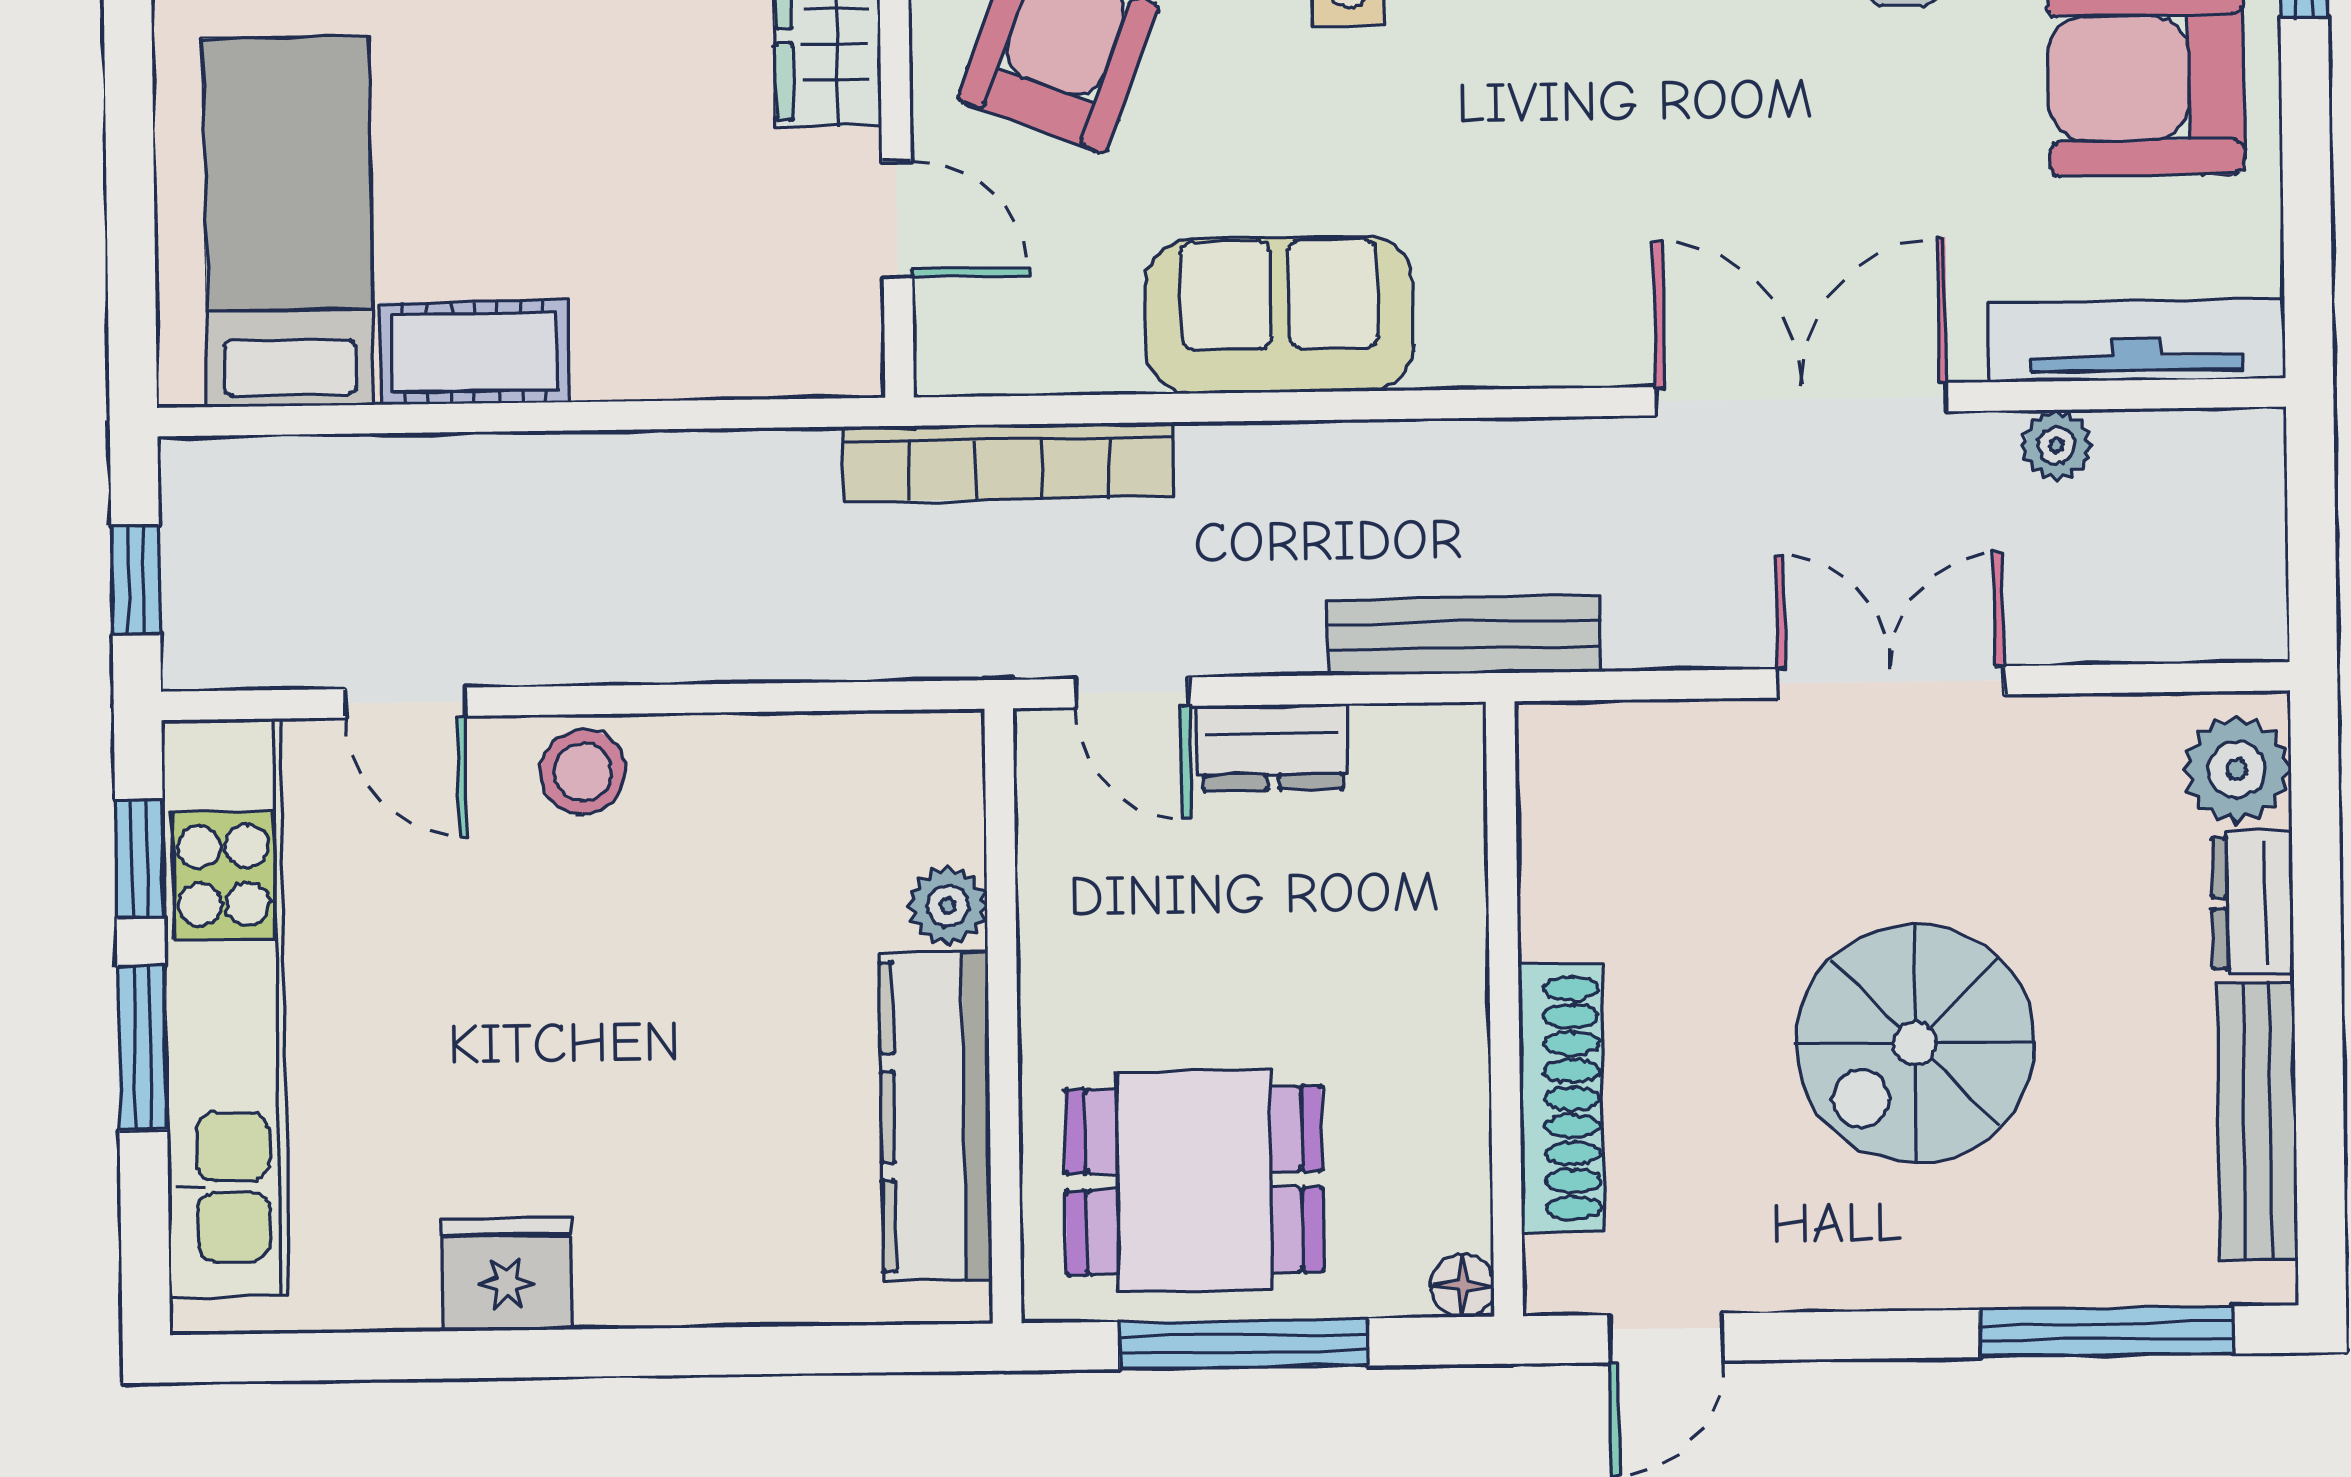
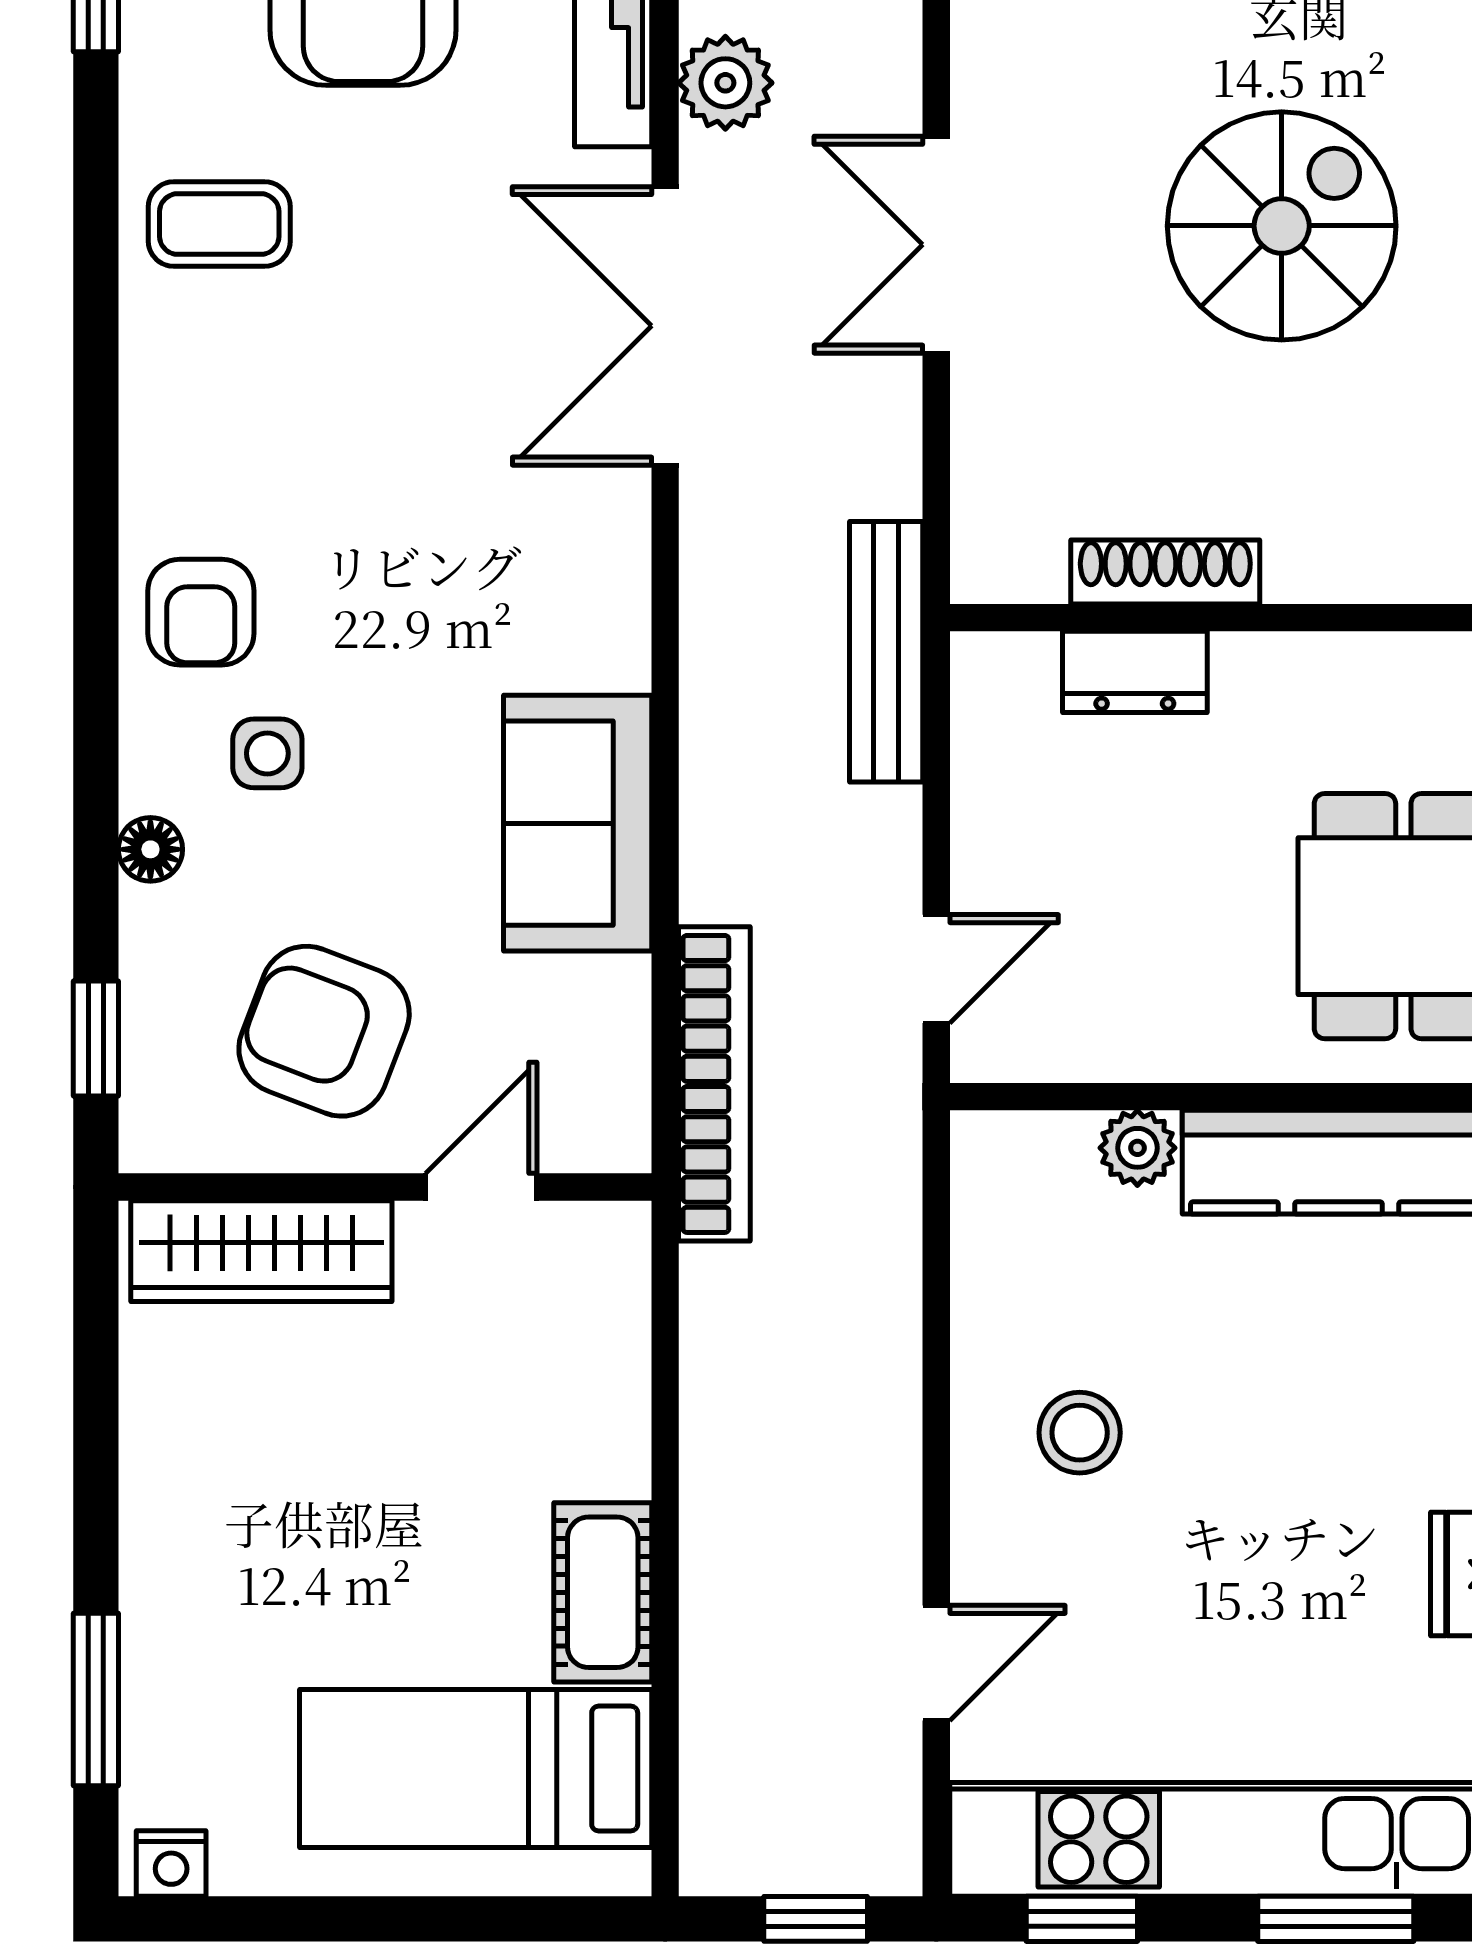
plant: (2057, 445) -> (725, 83), width x1.38, depth x1.38
dresser: (1273, 747) -> (1135, 672), moved, turned 90
stool: (583, 772) -> (1080, 1433), moved
spiral stairs: (1915, 1043) -> (1282, 226), turned -90
window: (142, 1048) -> (1336, 1919), moved
shoe rack: (1561, 1099) -> (1165, 572), moved, width x0.74, depth x0.81

